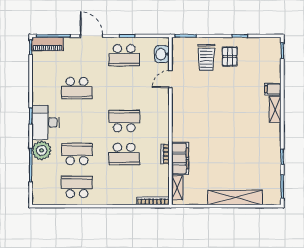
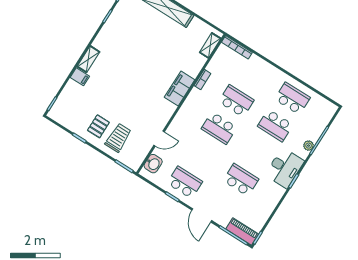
plant: (42, 150) -> (309, 146), width x0.53, depth x0.53
filing cabinet: (180, 158) -> (180, 88), moved
school desk: (77, 187) -> (292, 98), turned 180

